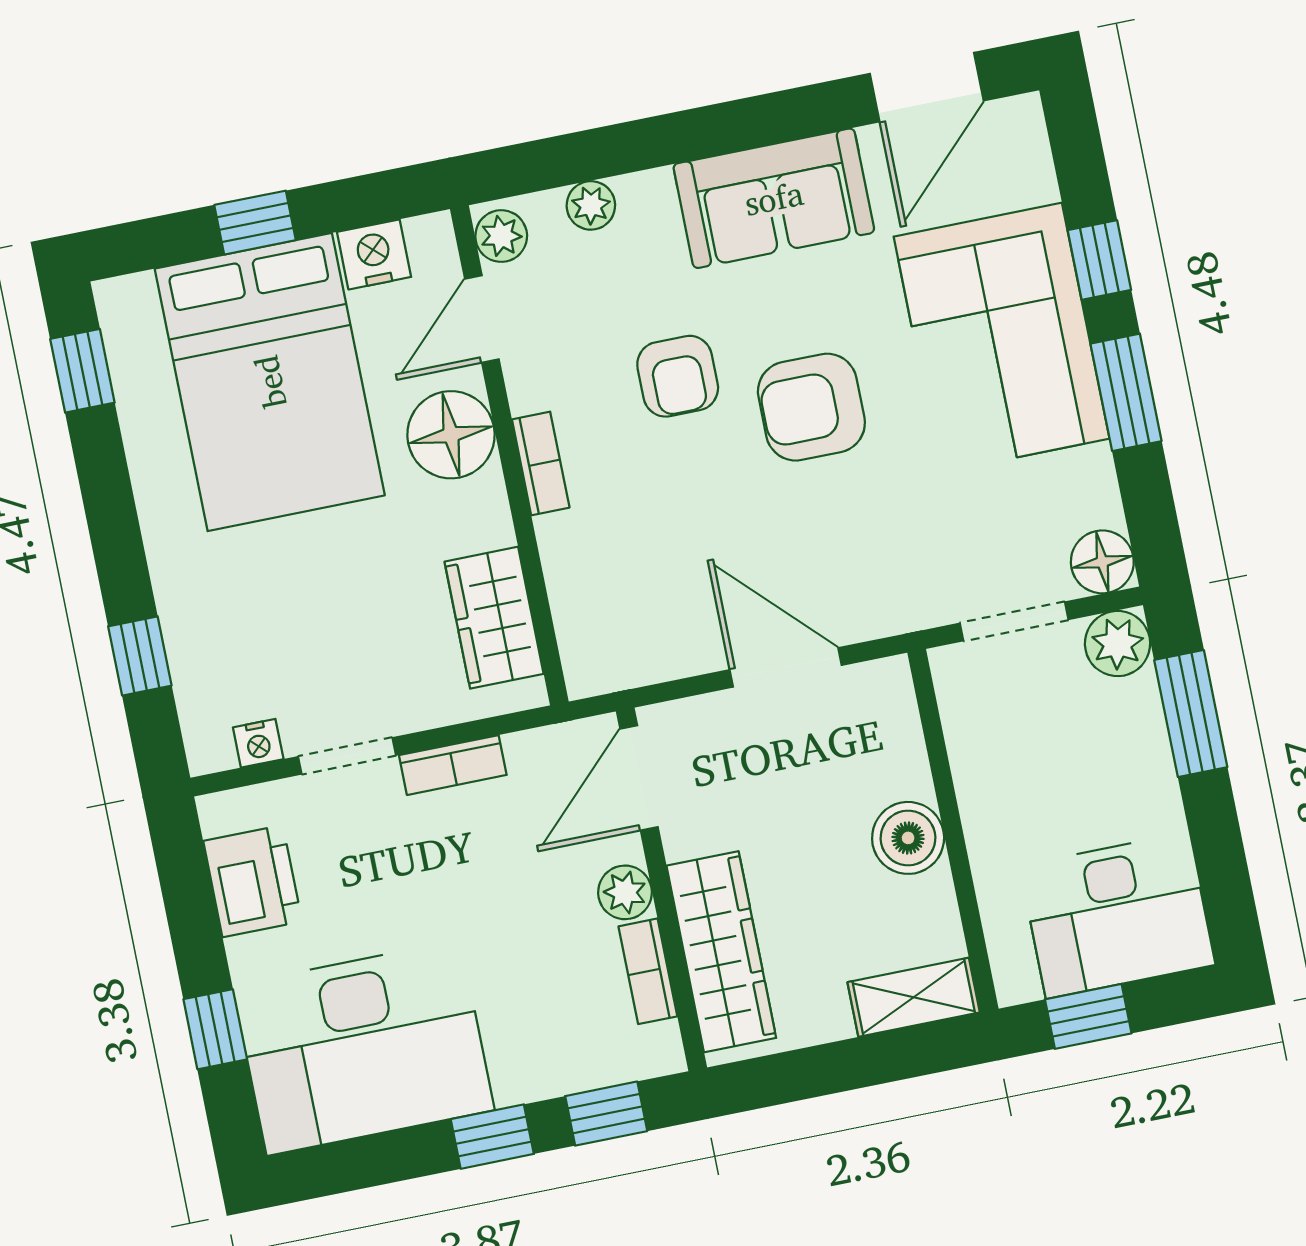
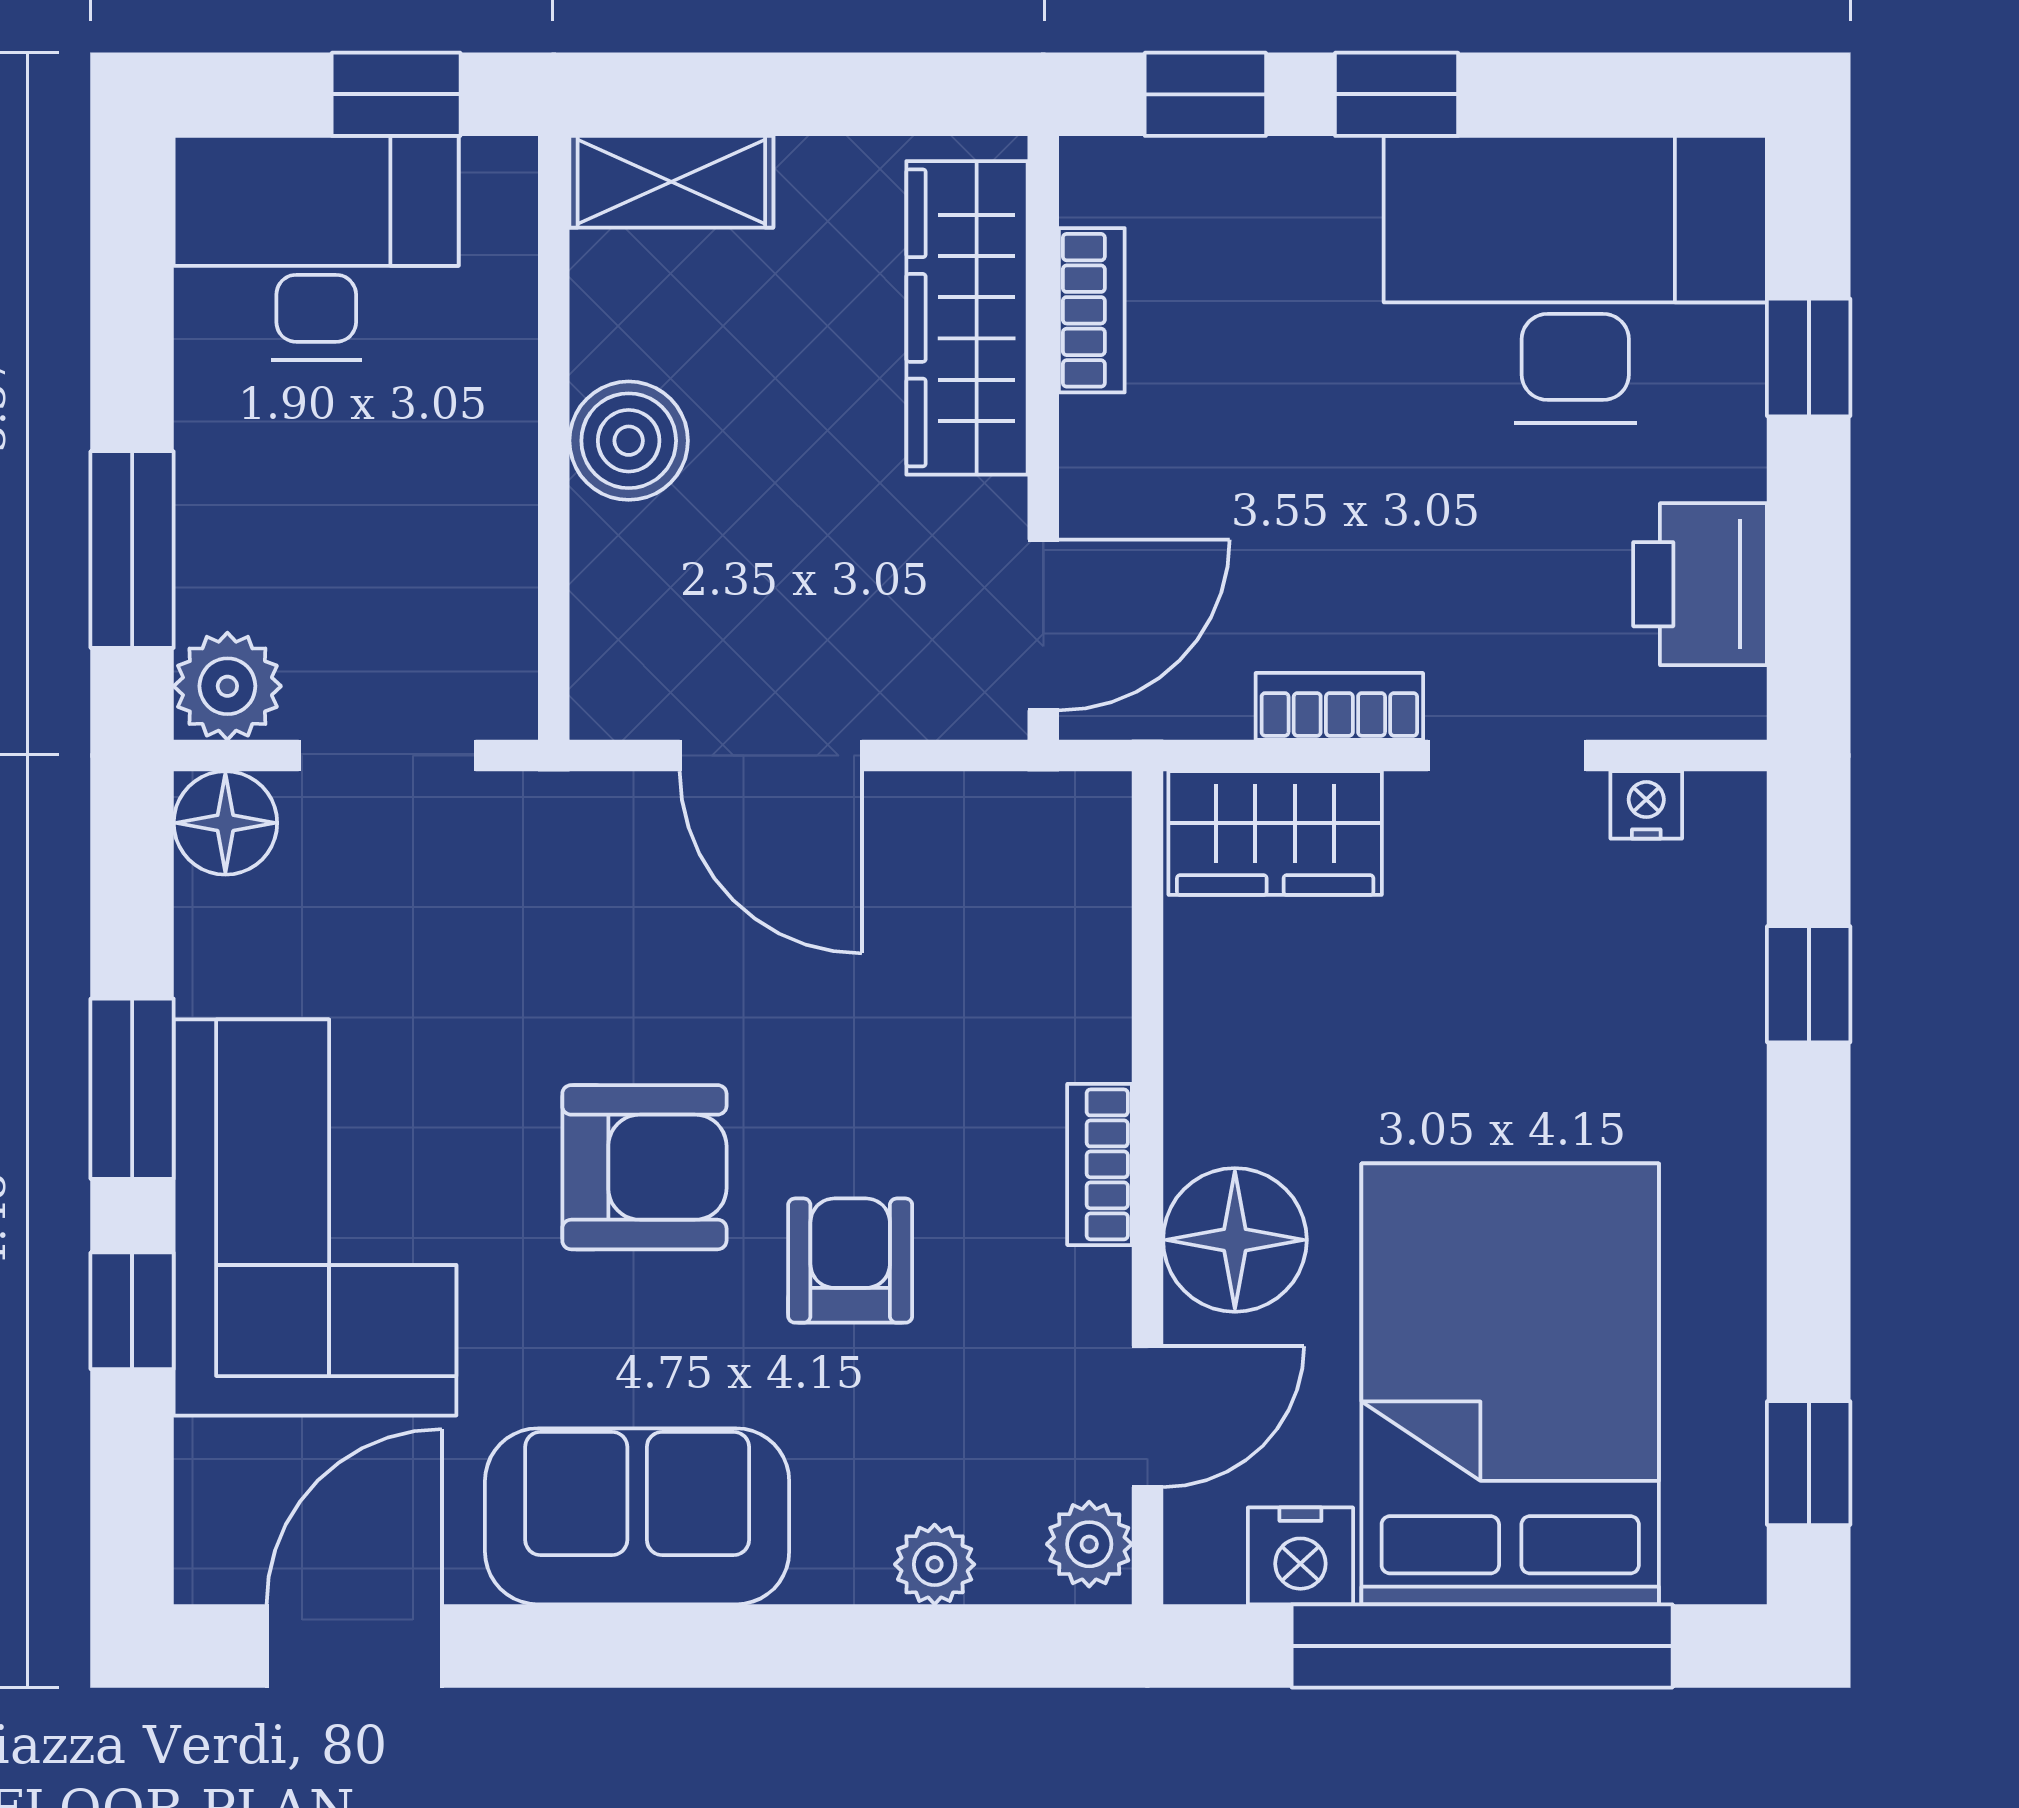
window: (255, 223) -> (1482, 1646), width x3.17
wardrobe: (494, 618) -> (1275, 833), moved, turned 90
plant: (625, 892) -> (1103, 445), removed

